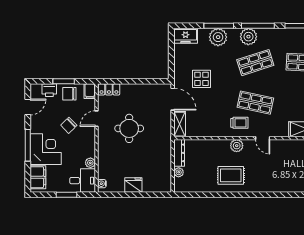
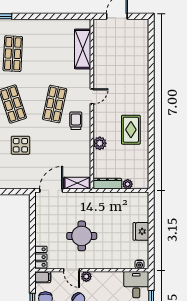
display table: (202, 79) -> (20, 145), moved
plant: (237, 146) -> (100, 143), moved
plant: (90, 163) -> (86, 277), moved

